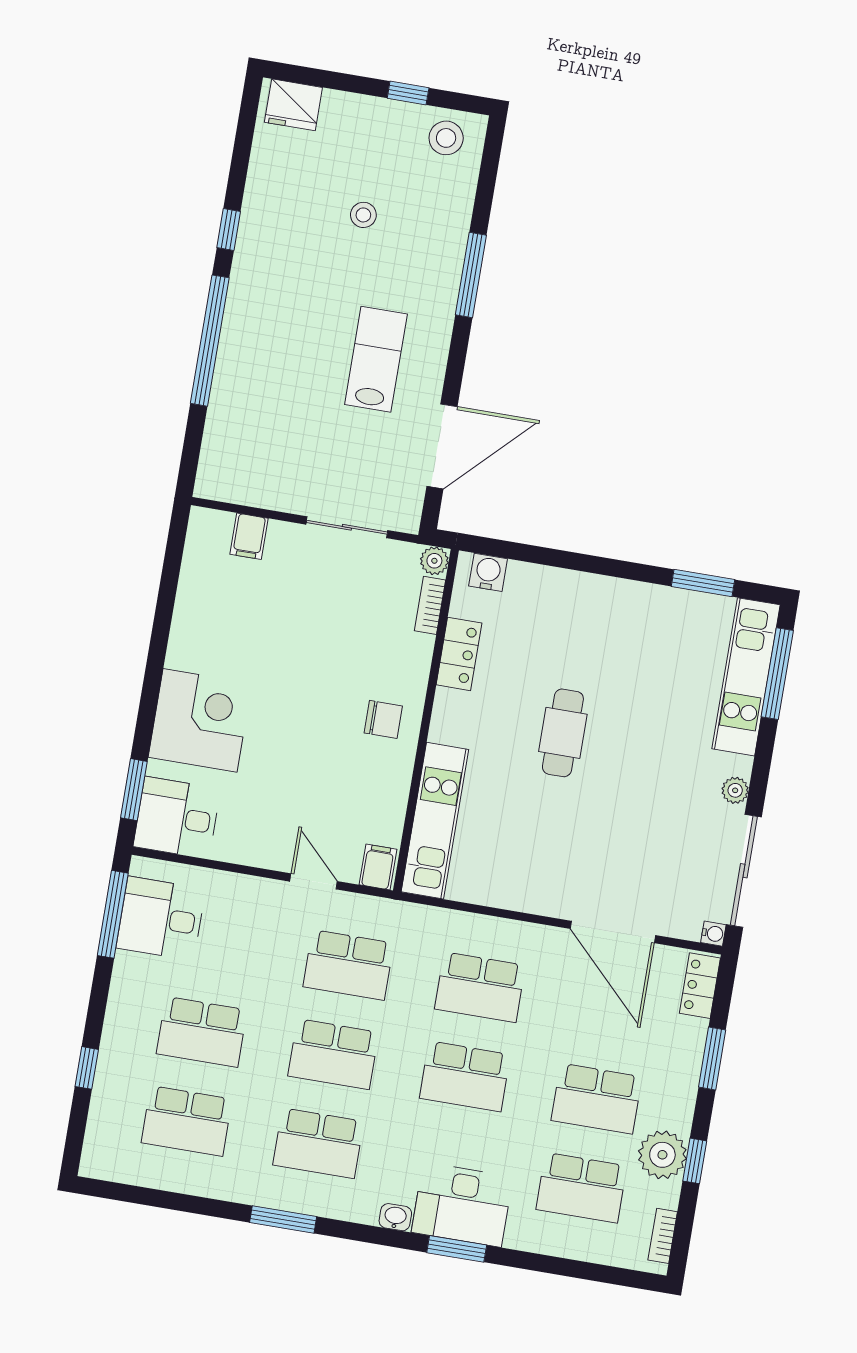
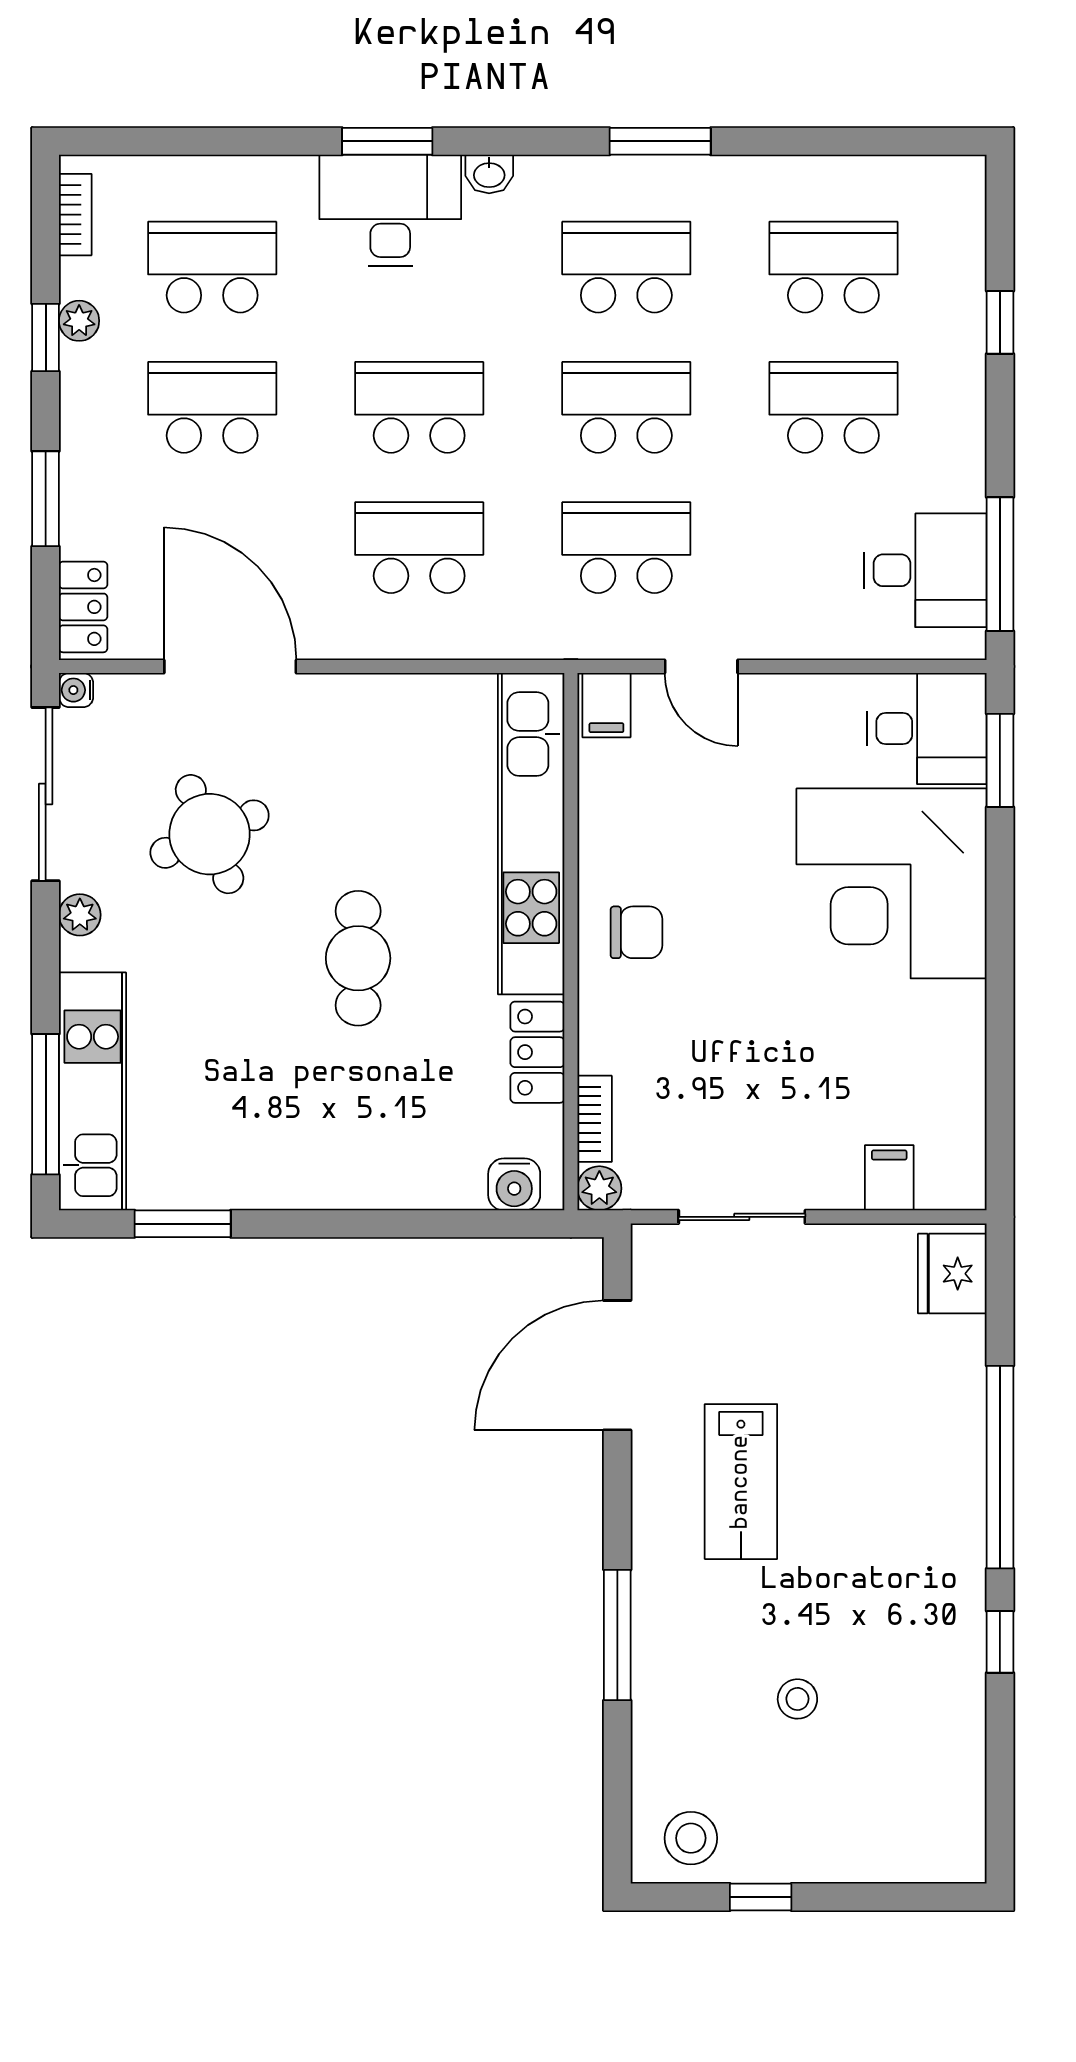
fridge: (293, 105) -> (952, 1274), moved, turned -90
chair: (383, 719) -> (636, 932), turned 180
corner desk: (200, 720) -> (892, 883), width x1.36, depth x1.36
kitchen unit: (435, 821) -> (531, 834), width x1.36
round table: (644, 828) -> (210, 834), added
plant: (662, 1155) -> (79, 321), width x0.53, depth x0.53

